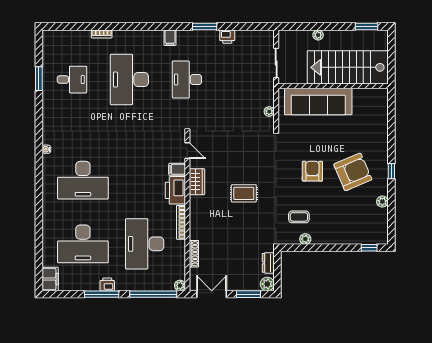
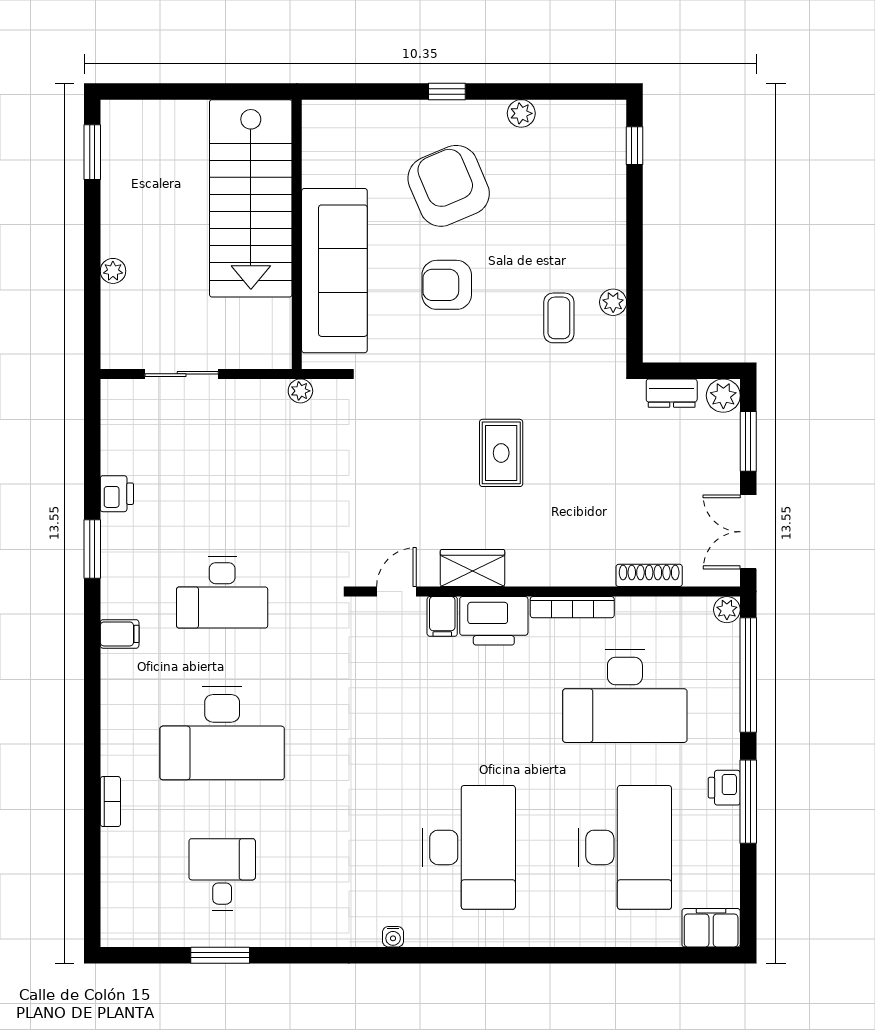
stairs: (348, 67) -> (251, 198), moved
wall: (333, 86) -> (297, 234), moved
sofa: (318, 101) -> (334, 271), moved

